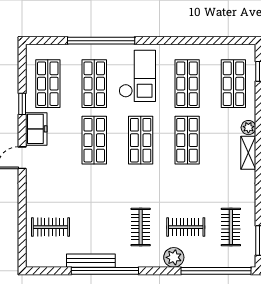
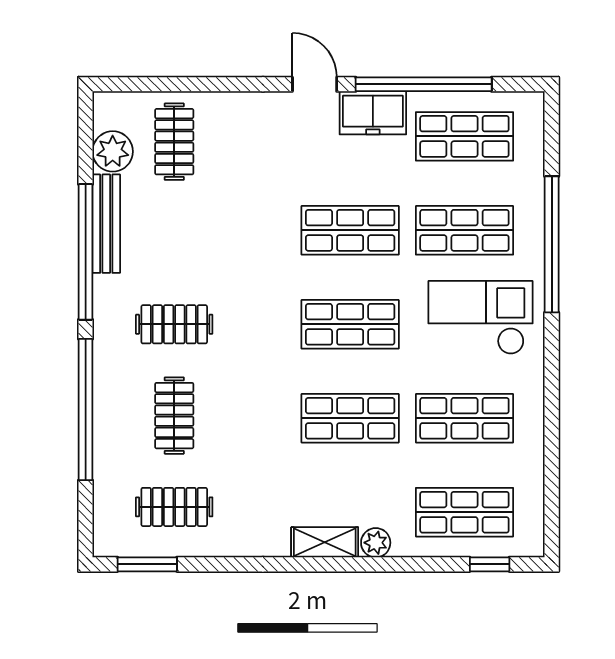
checkout: (137, 76) -> (480, 318), turned 180
window: (22, 104) -> (424, 84), width x3.17
plant: (174, 257) -> (113, 151), moved
window: (216, 271) -> (86, 410), moved

